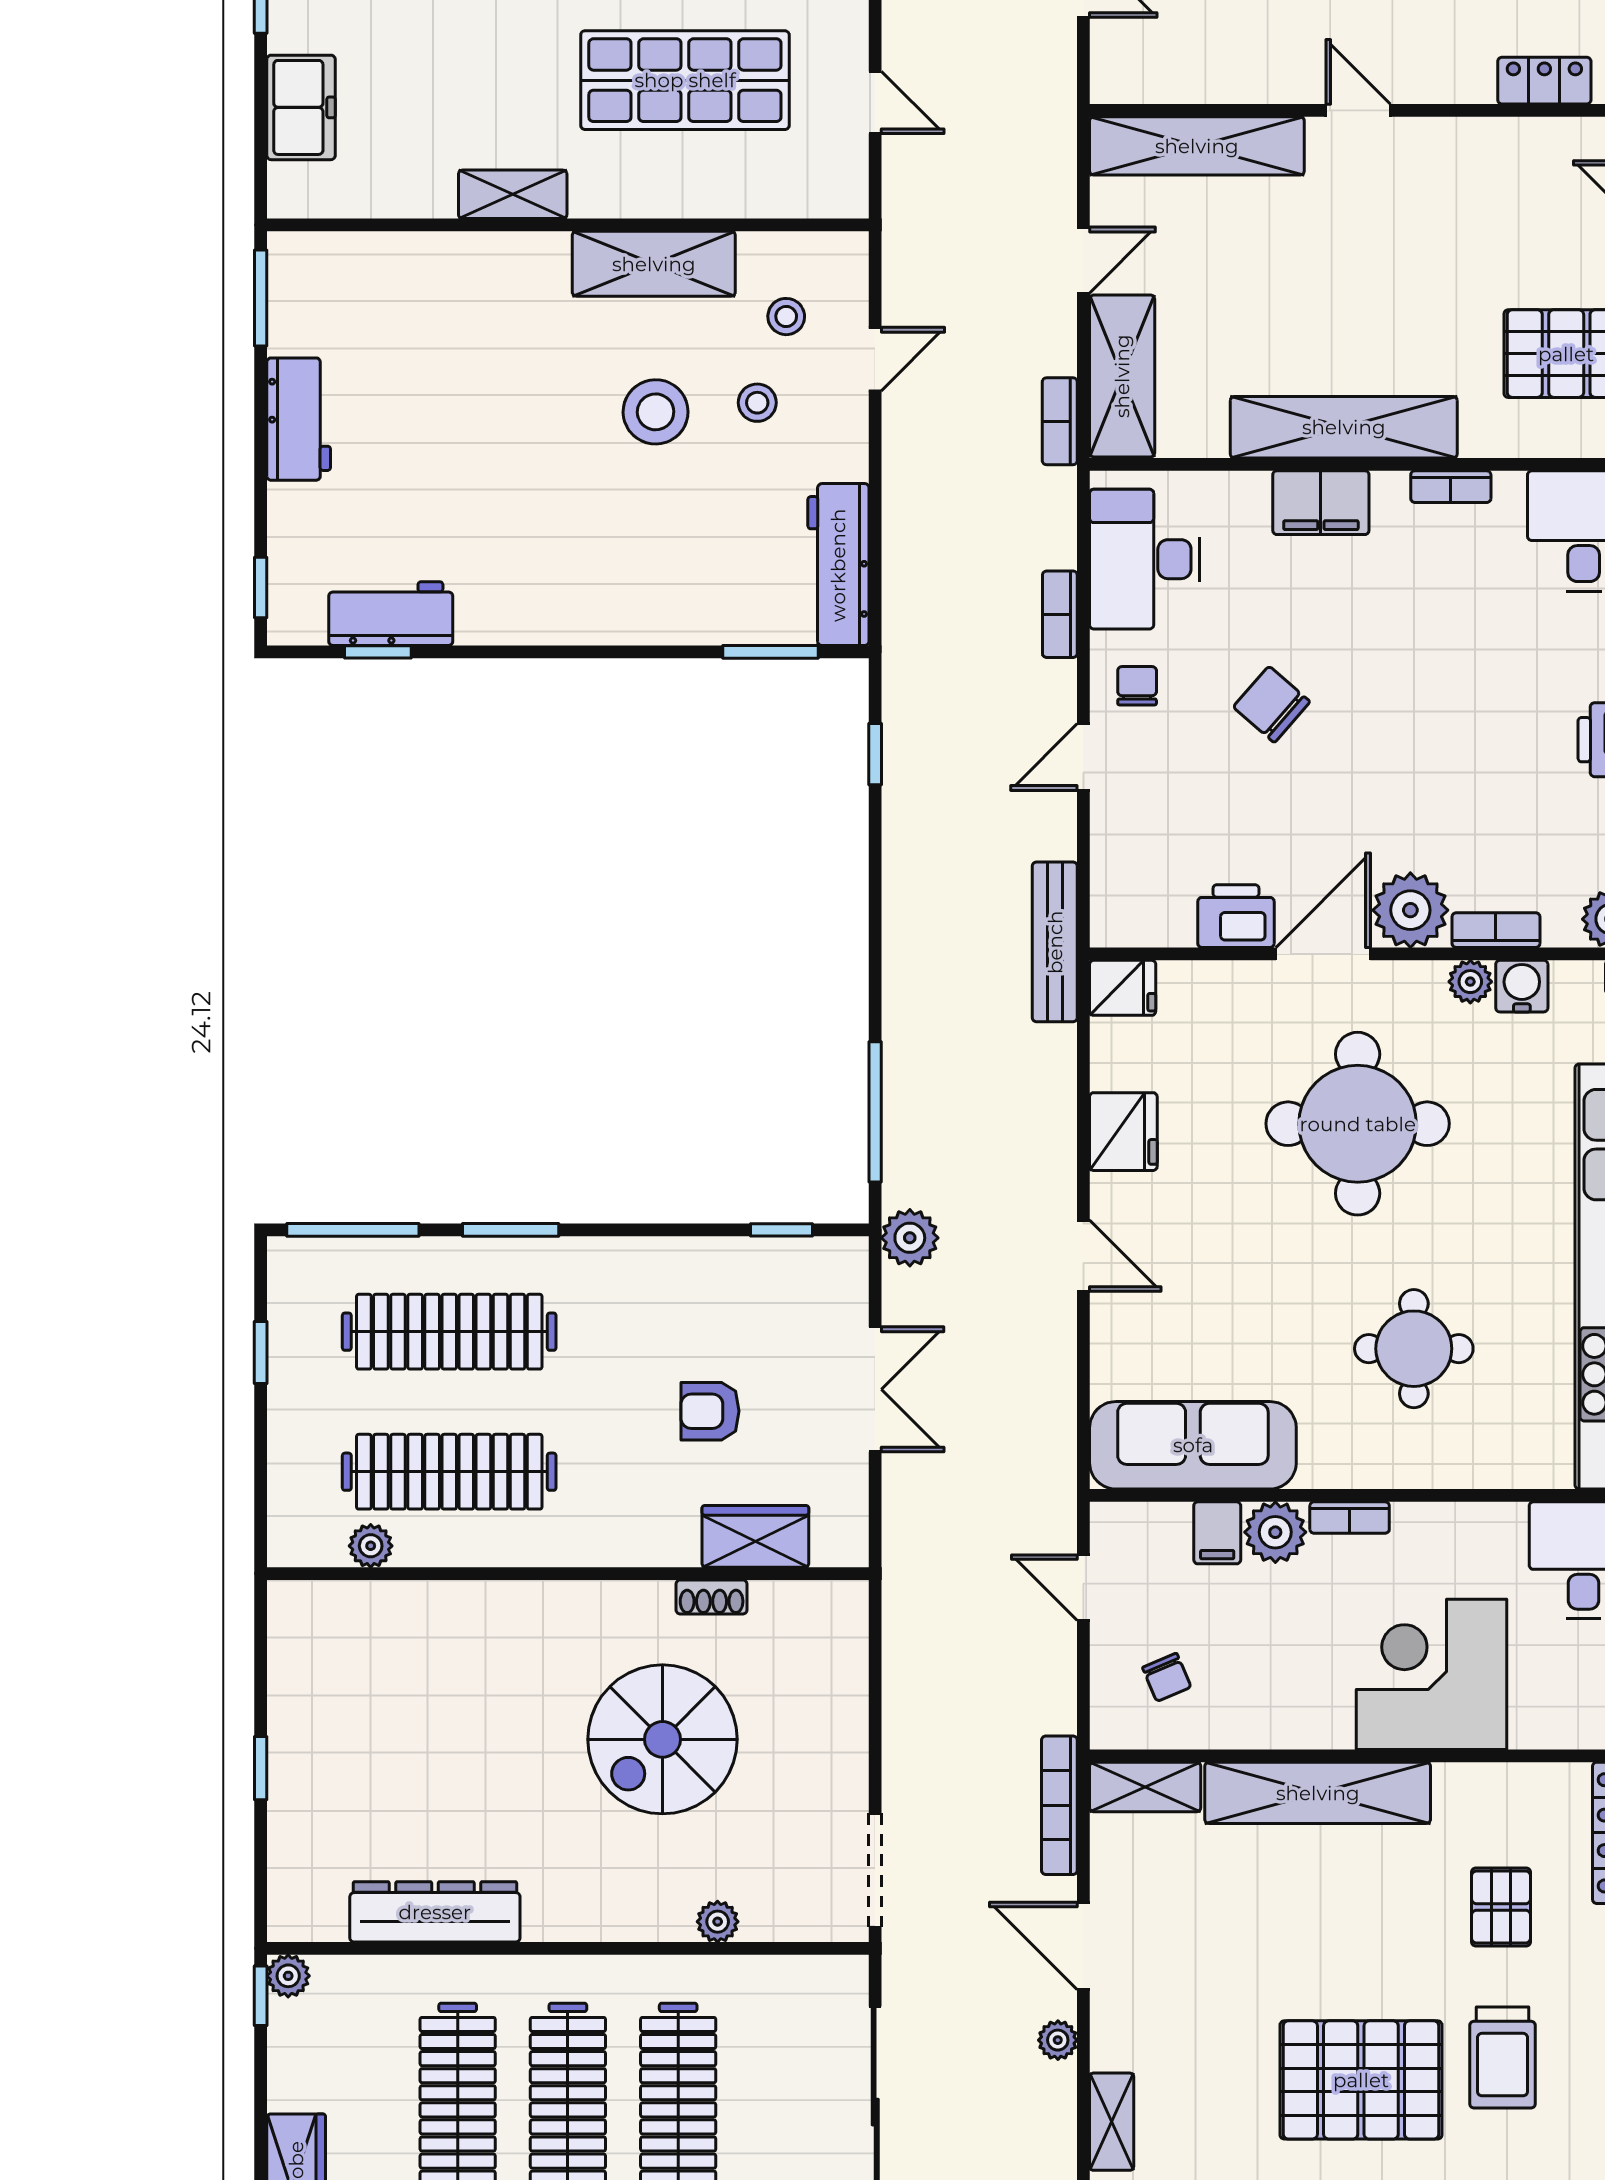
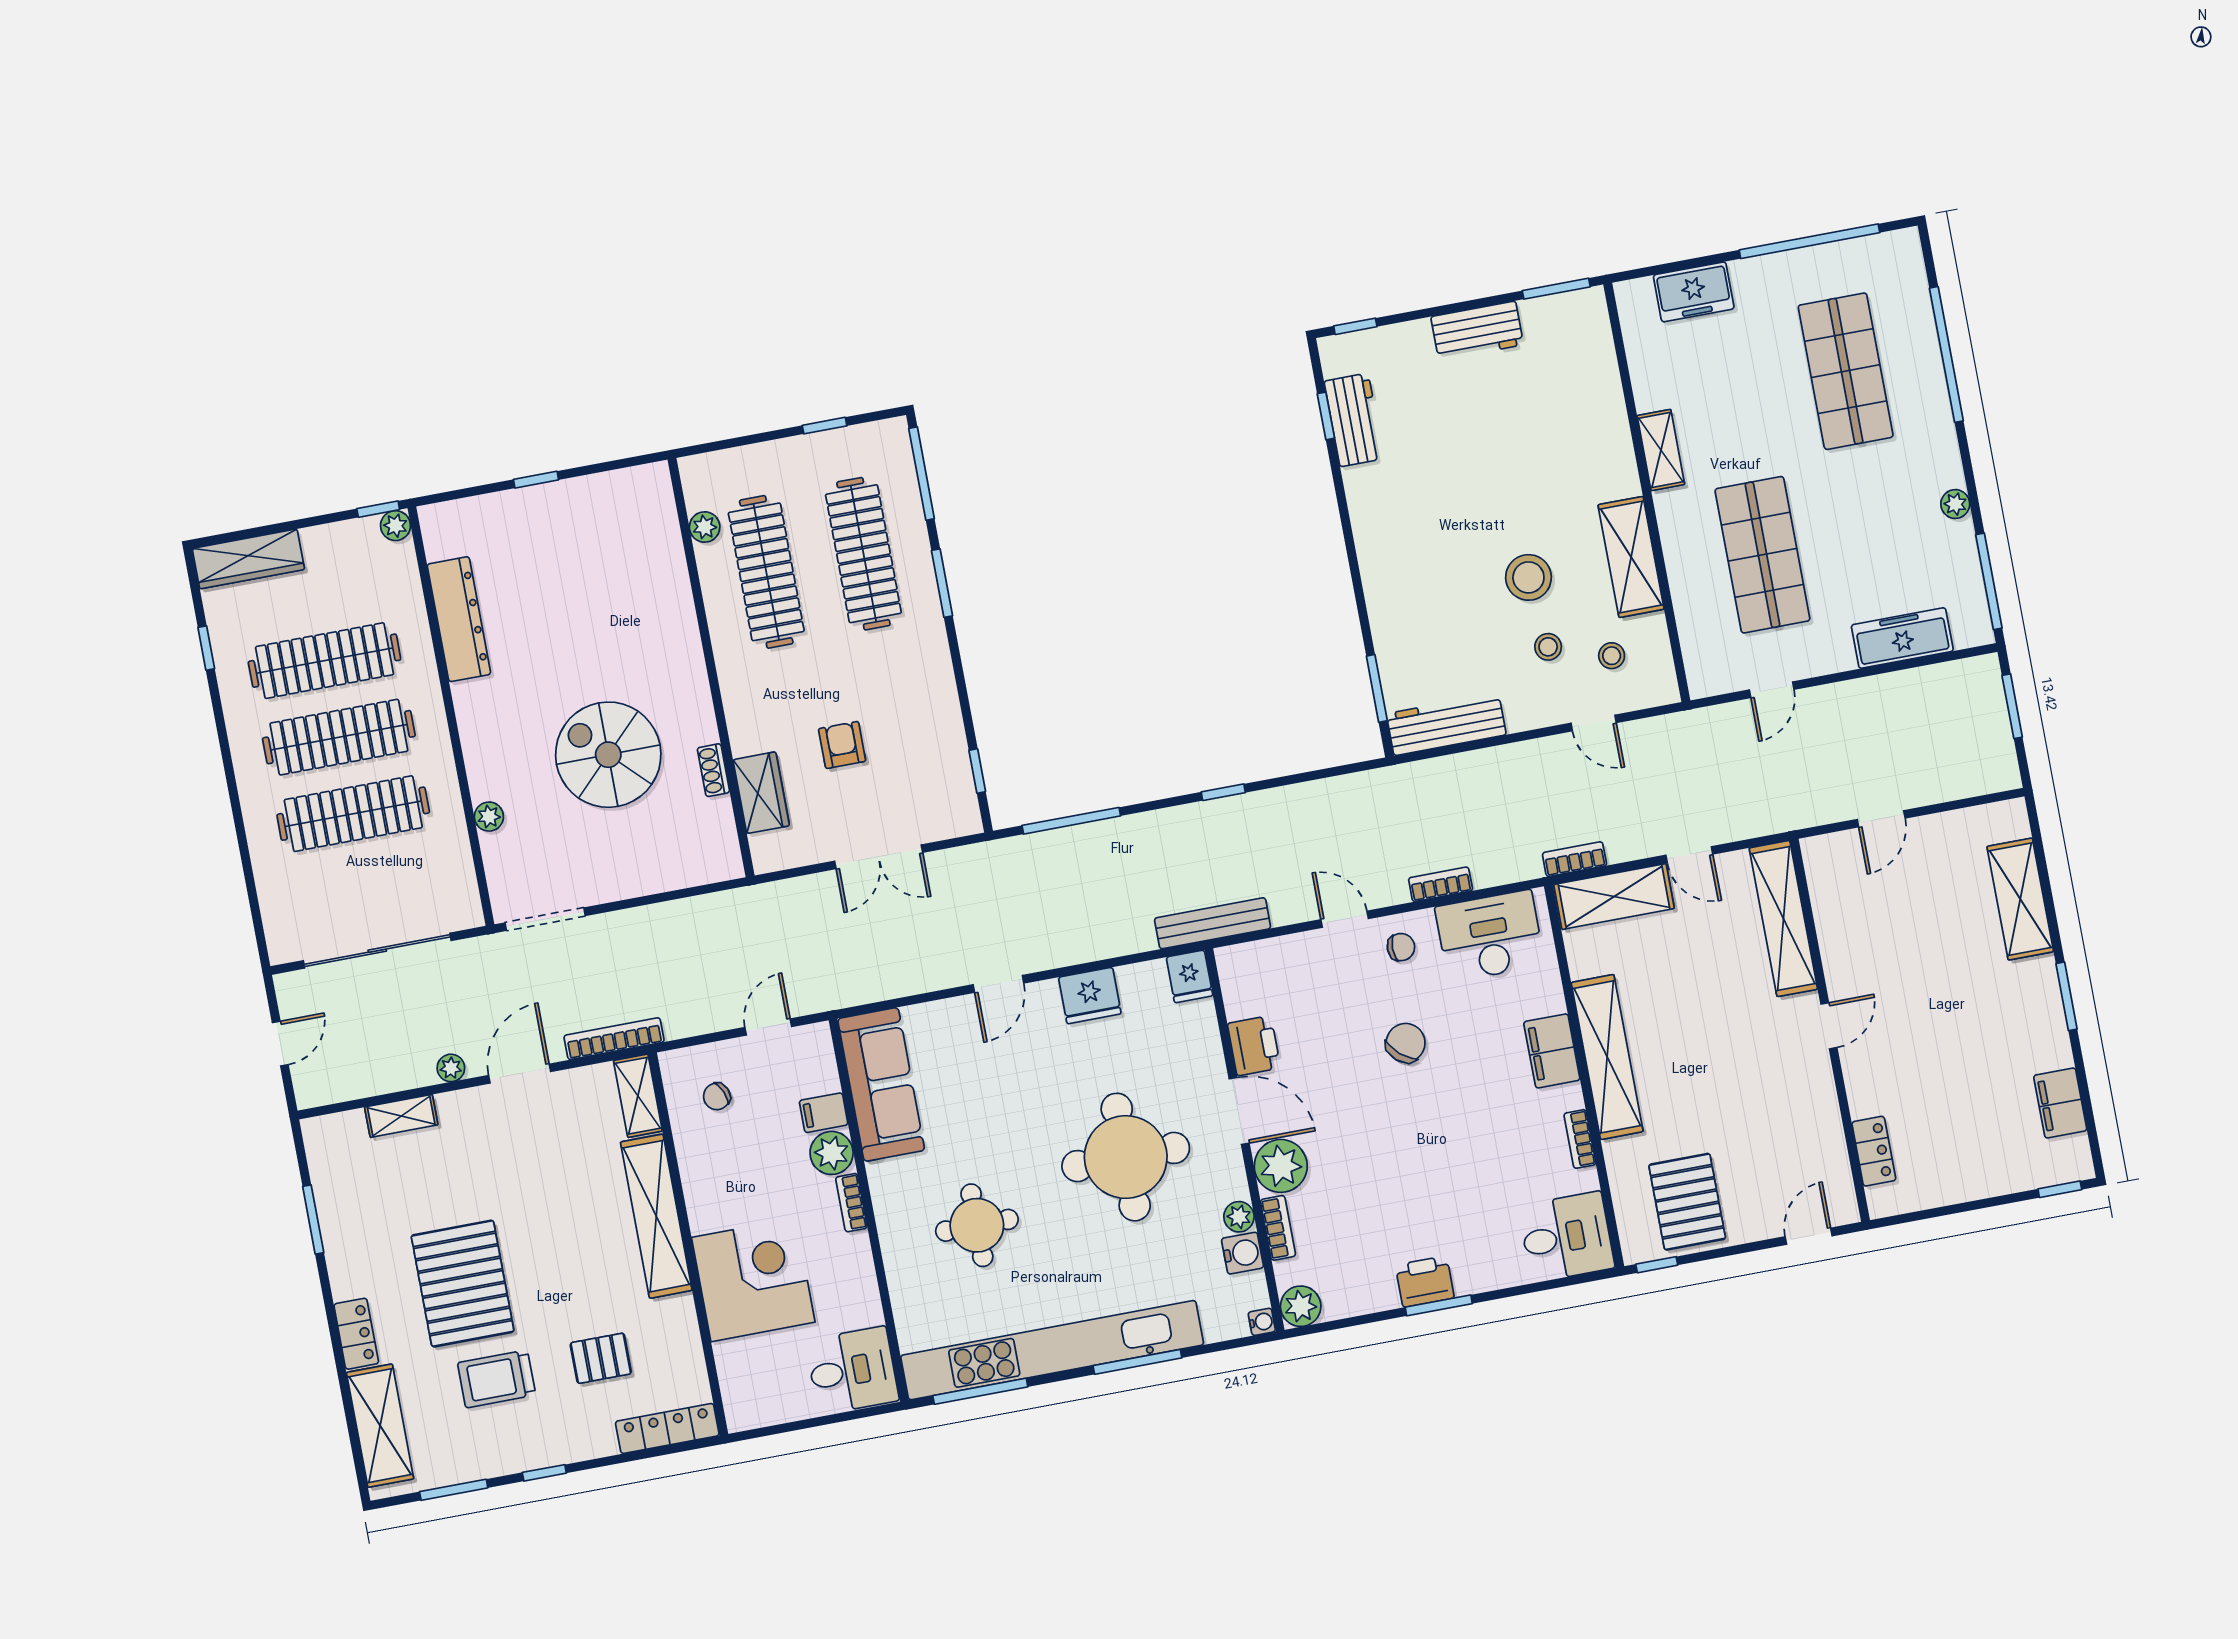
window: (875, 754) -> (1223, 792), moved
plant: (910, 1238) -> (988, 861), removed

